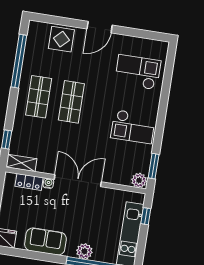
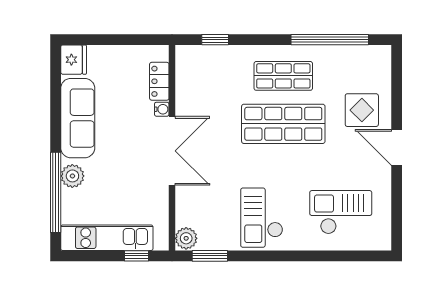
display table: (61, 39) -> (362, 110), moved
checkout: (138, 72) -> (341, 212), turned -90
shop shelf: (71, 102) -> (283, 124), width x1.43, depth x1.36
shelving: (21, 163) -> (185, 66), removed
sofa: (45, 242) -> (78, 118), width x1.36

